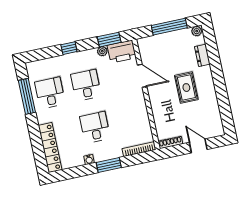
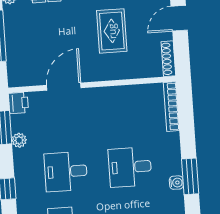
printer: (122, 52) -> (19, 103), width x0.53, depth x0.68
rug: (186, 88) -> (112, 31), moved, turned 90
window: (109, 165) -> (190, 176), moved

